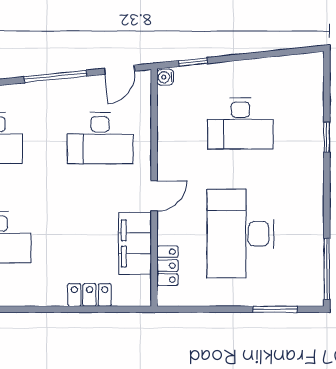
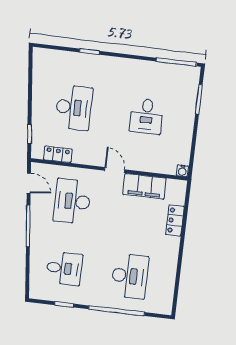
water cooler: (165, 77) -> (182, 171), moved
desk: (100, 138) -> (72, 201), turned 180
desk: (240, 234) -> (146, 116), width x0.53, depth x0.77
locker: (167, 266) -> (58, 154), moved

